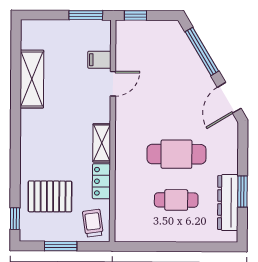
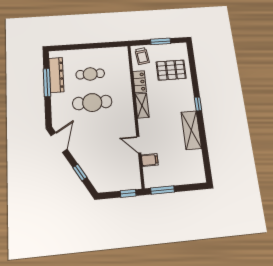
window: (202, 51) -> (80, 172), width x0.46
shelving: (32, 79) -> (191, 130), moved
door: (113, 84) -> (139, 145), hinge flipped
window: (242, 191) -> (47, 82), width x1.44
window: (15, 219) -> (198, 104), moved

